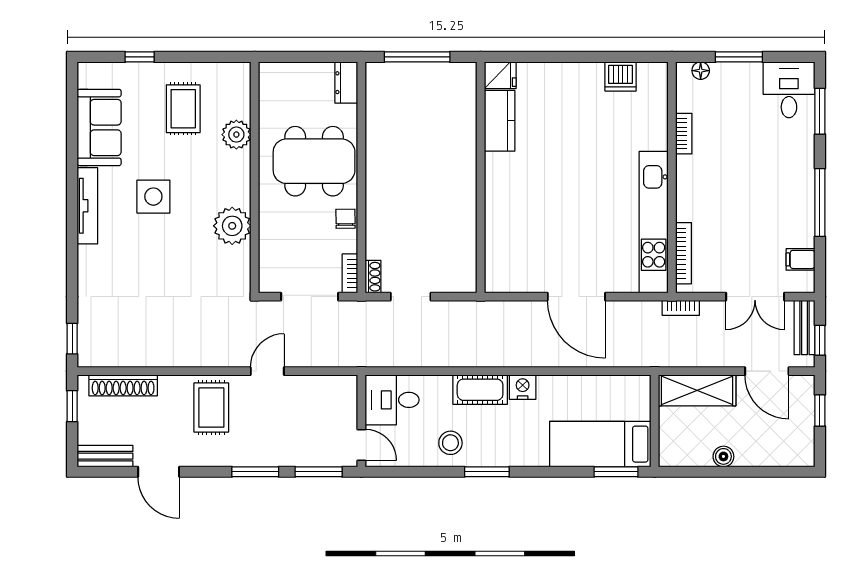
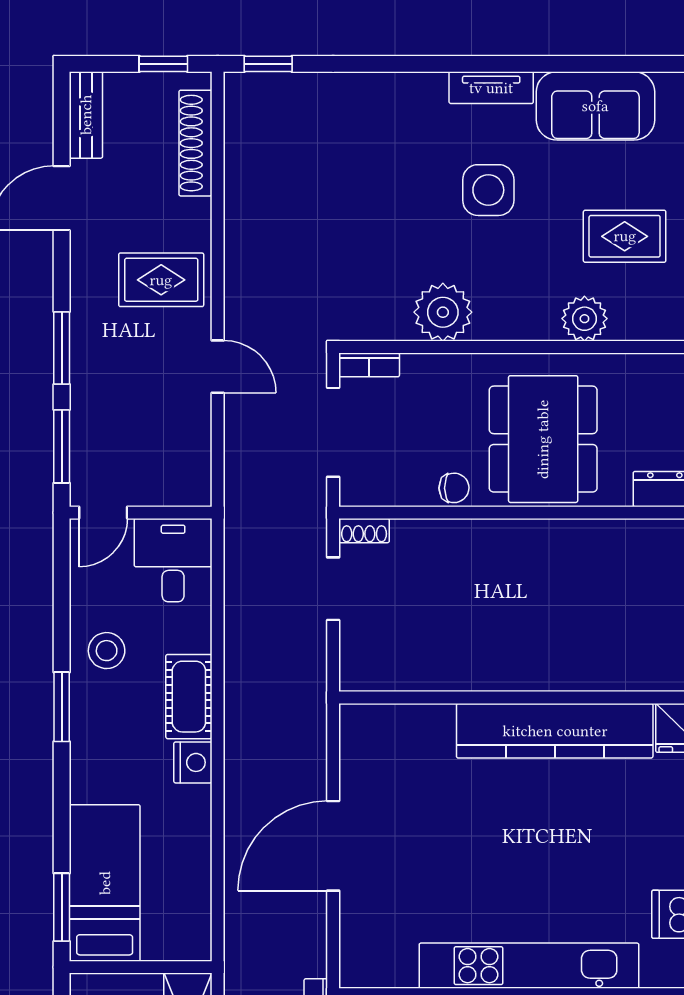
kitchen counter: (500, 121) -> (555, 731), width x2.08, depth x1.17
tv unit: (87, 206) -> (491, 88), width x0.71
kitchen unit: (654, 222) -> (529, 966), moved
bookcase: (350, 273) -> (369, 365), moved, turned 180

